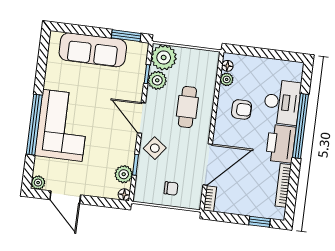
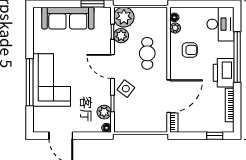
desk: (282, 102) -> (221, 24), moved
plant: (38, 183) -> (38, 127), removed
chair: (171, 188) -> (142, 118), removed

